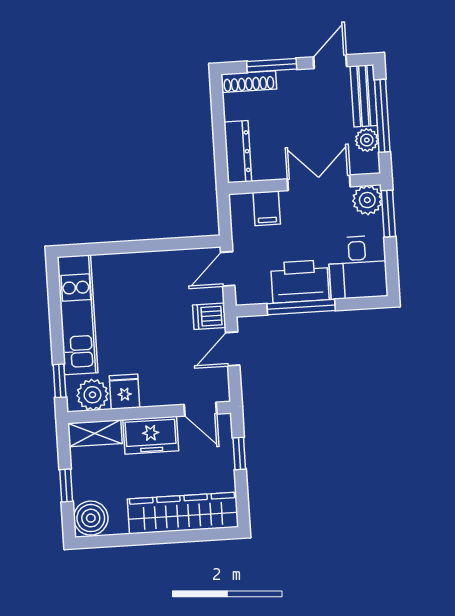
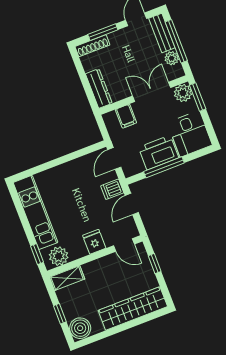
fridge: (124, 392) -> (94, 242), moved
freezer: (151, 435) -> (100, 269), removed

